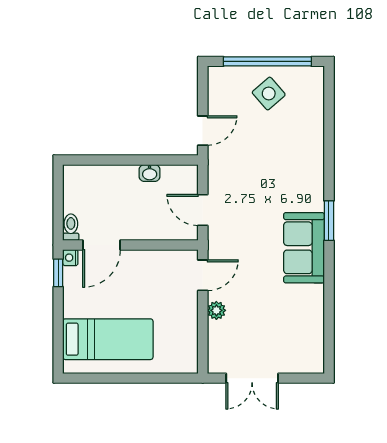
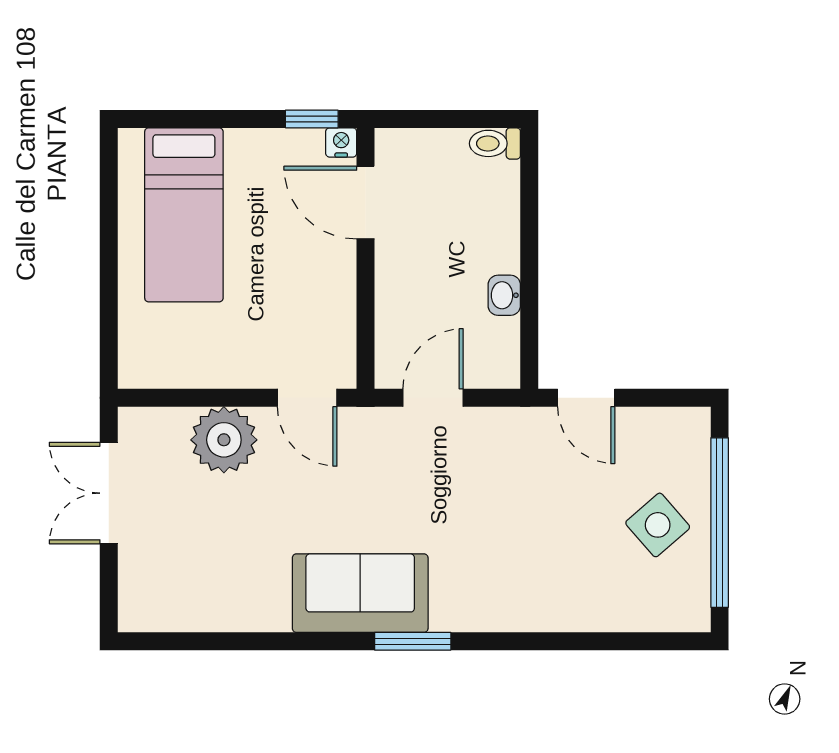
toilet: (71, 227) -> (495, 143), moved, turned 180
plant: (216, 310) -> (224, 440), width x1.88, depth x1.88

